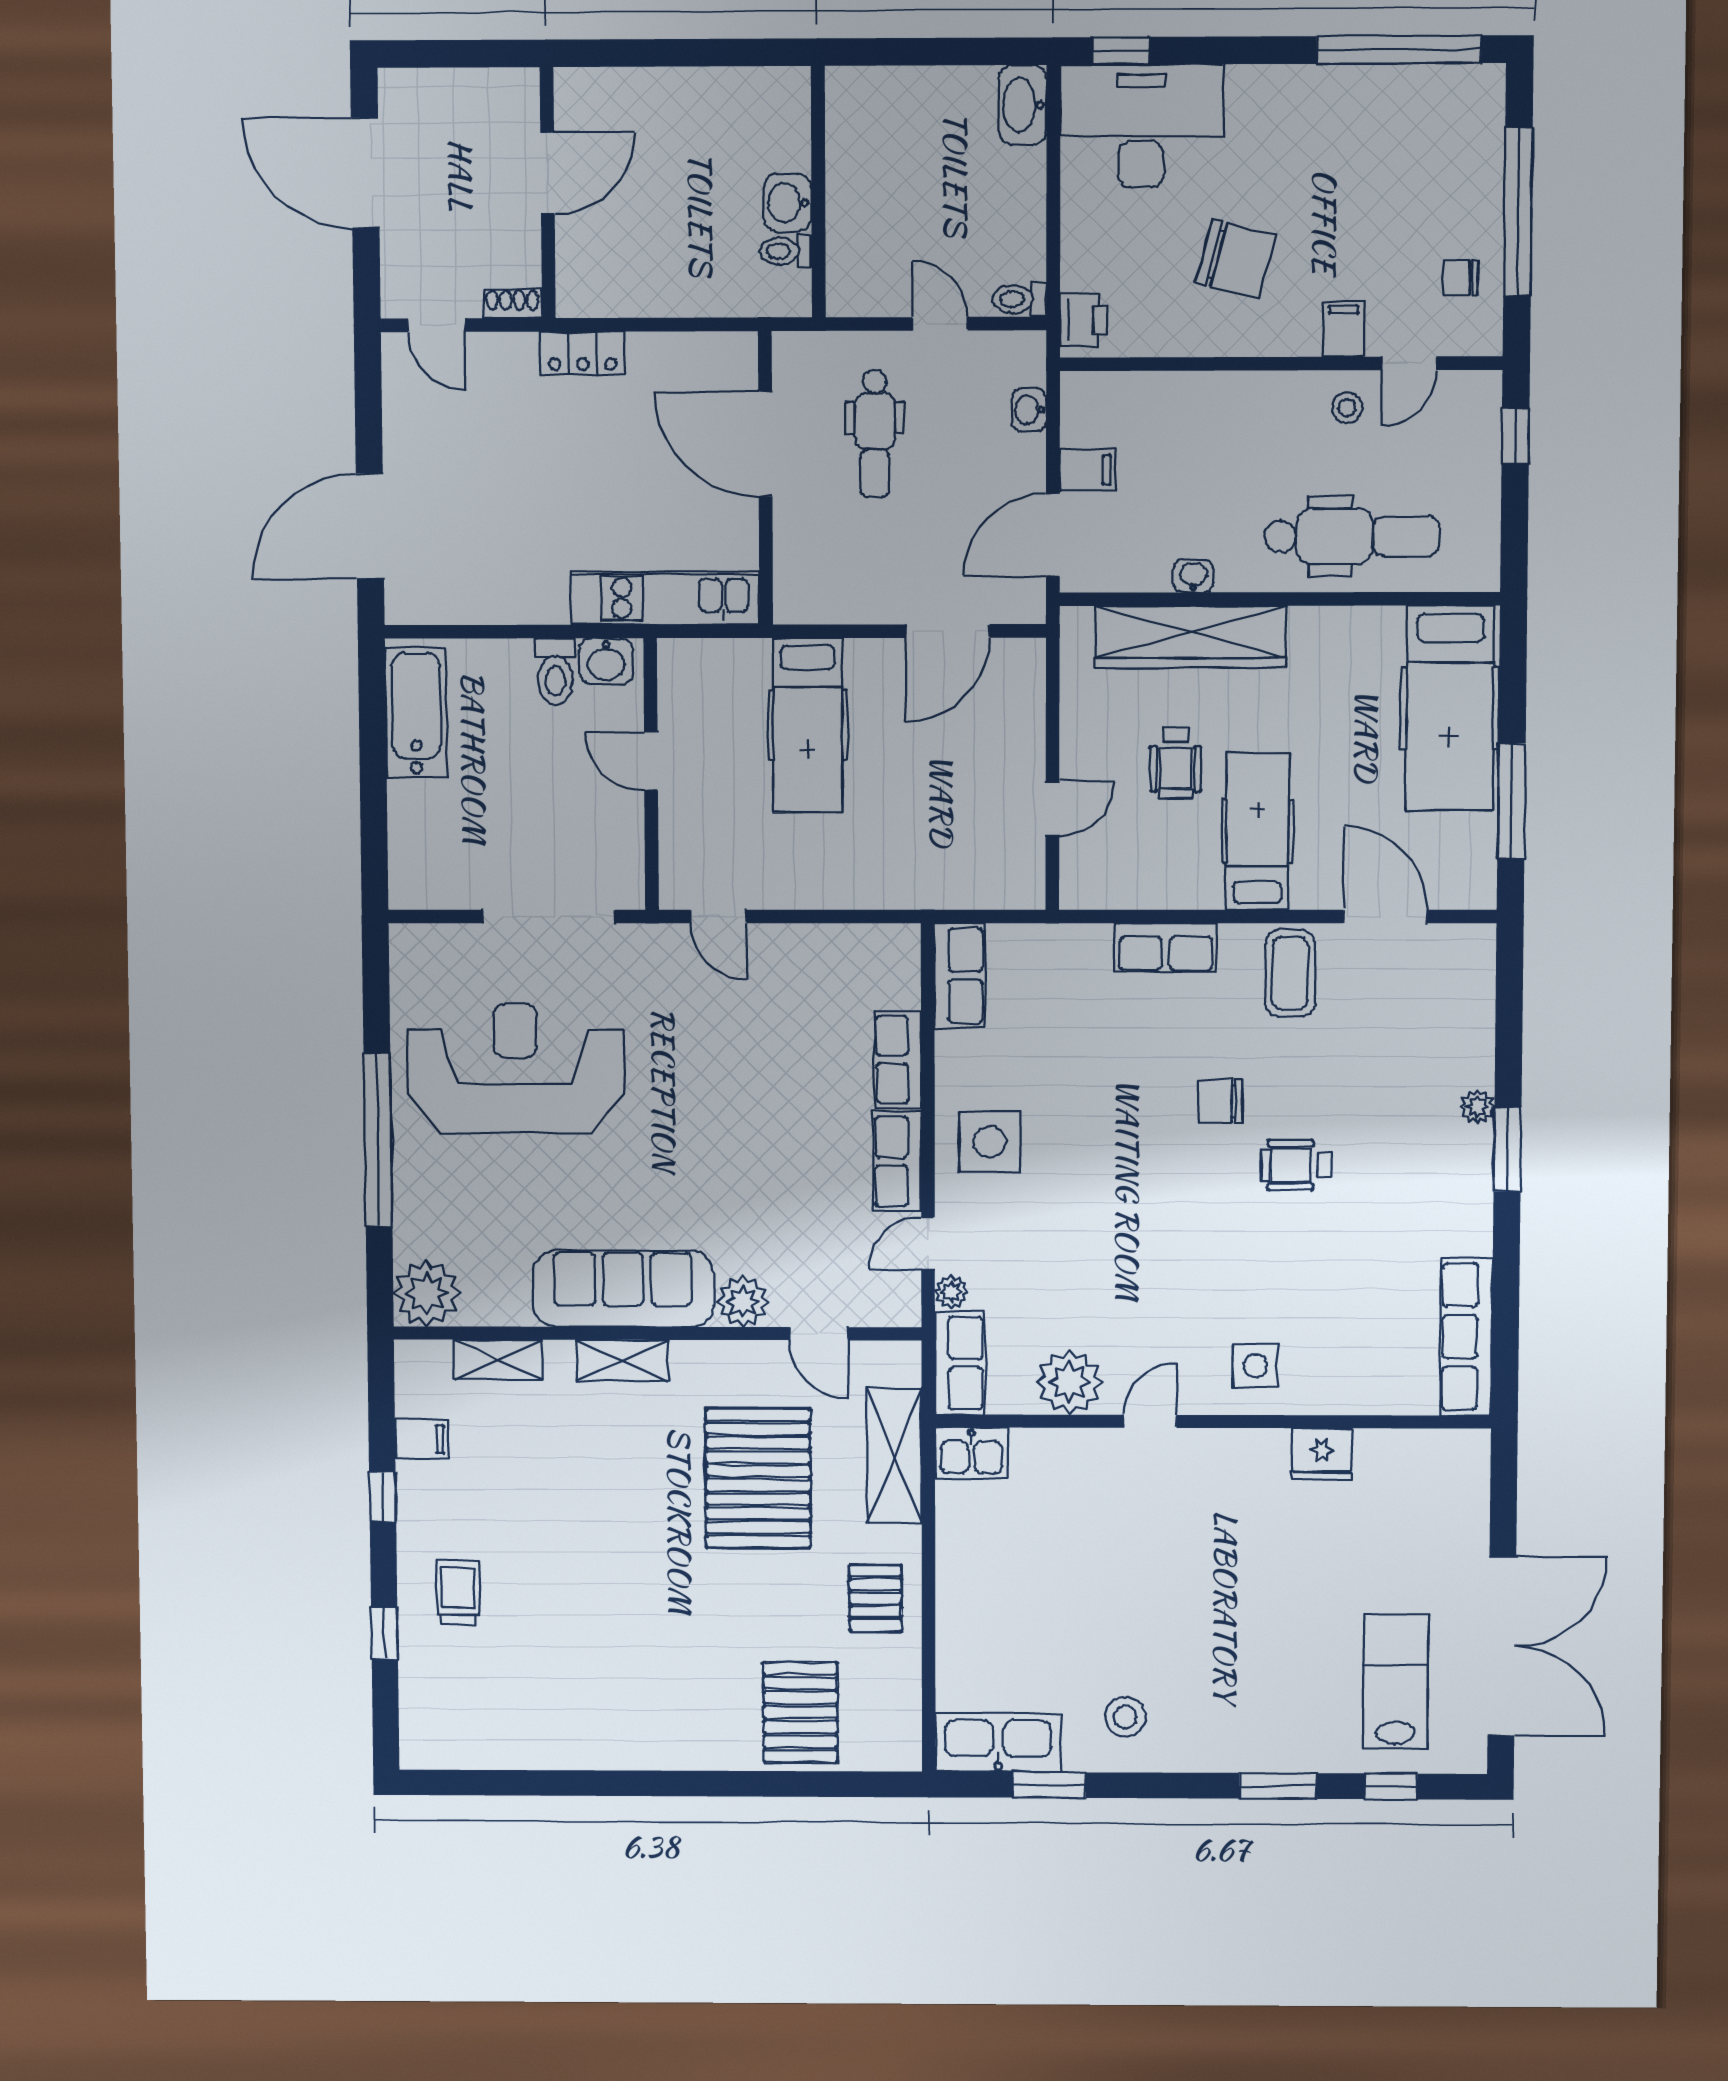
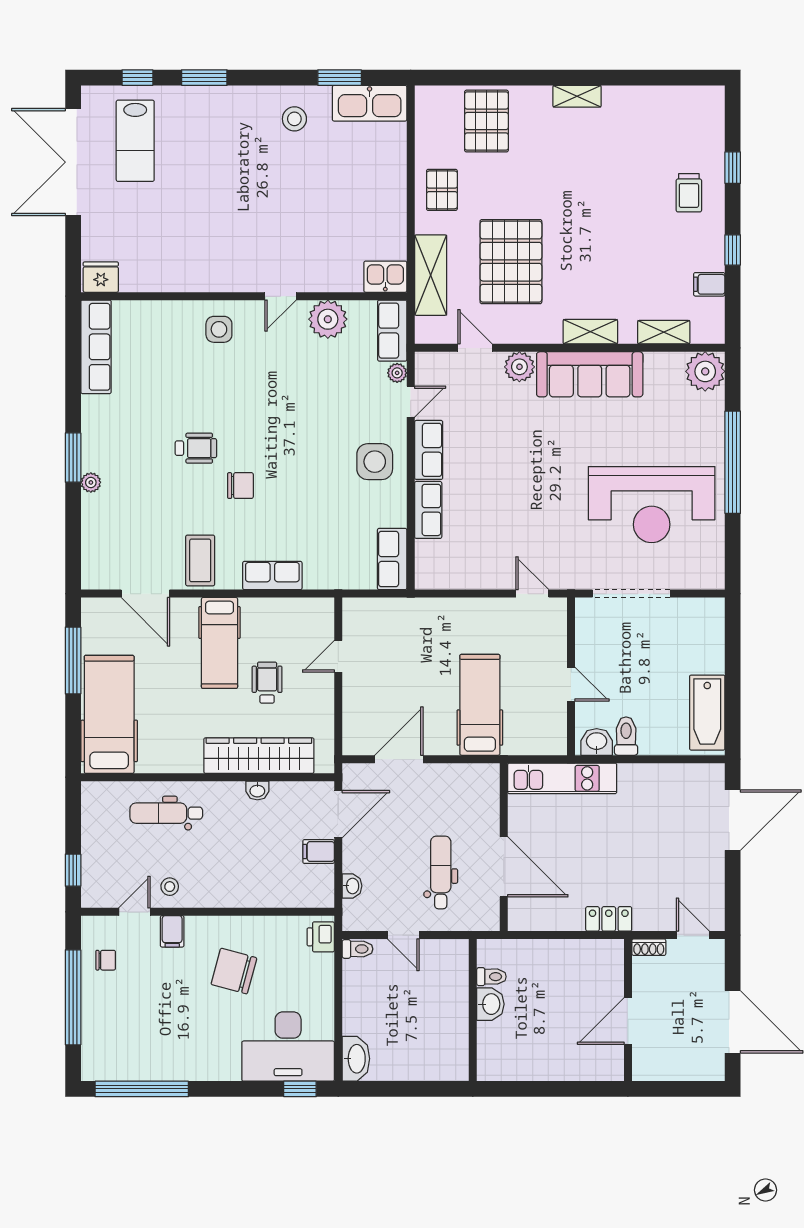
dental chair: (1352, 536) -> (166, 813), width x0.73, depth x0.72
fridge: (1322, 1454) -> (101, 277), moved
shelving: (648, 1753) -> (577, 96), added

